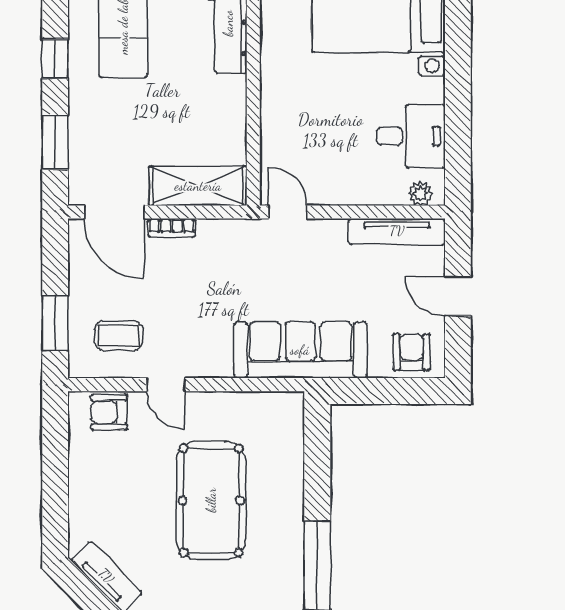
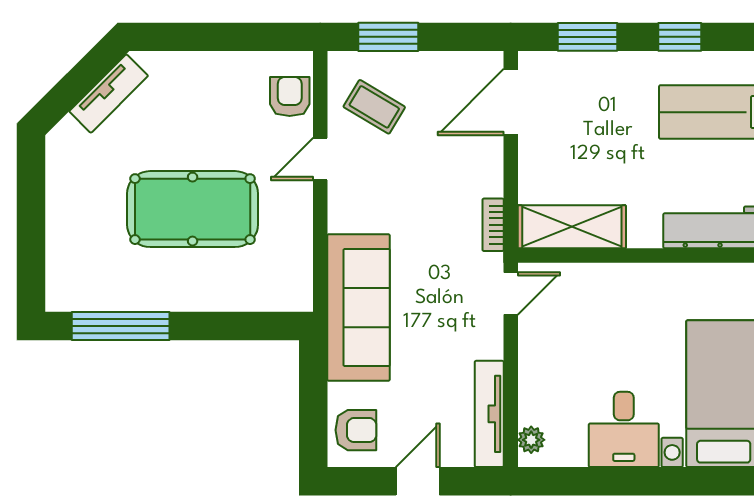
desk: (411, 136) -> (624, 429), moved
shelving: (198, 186) -> (572, 227), moved, turned 90
bookcase: (172, 228) -> (493, 225), moved
coffee table: (119, 336) -> (374, 107), turned -59

